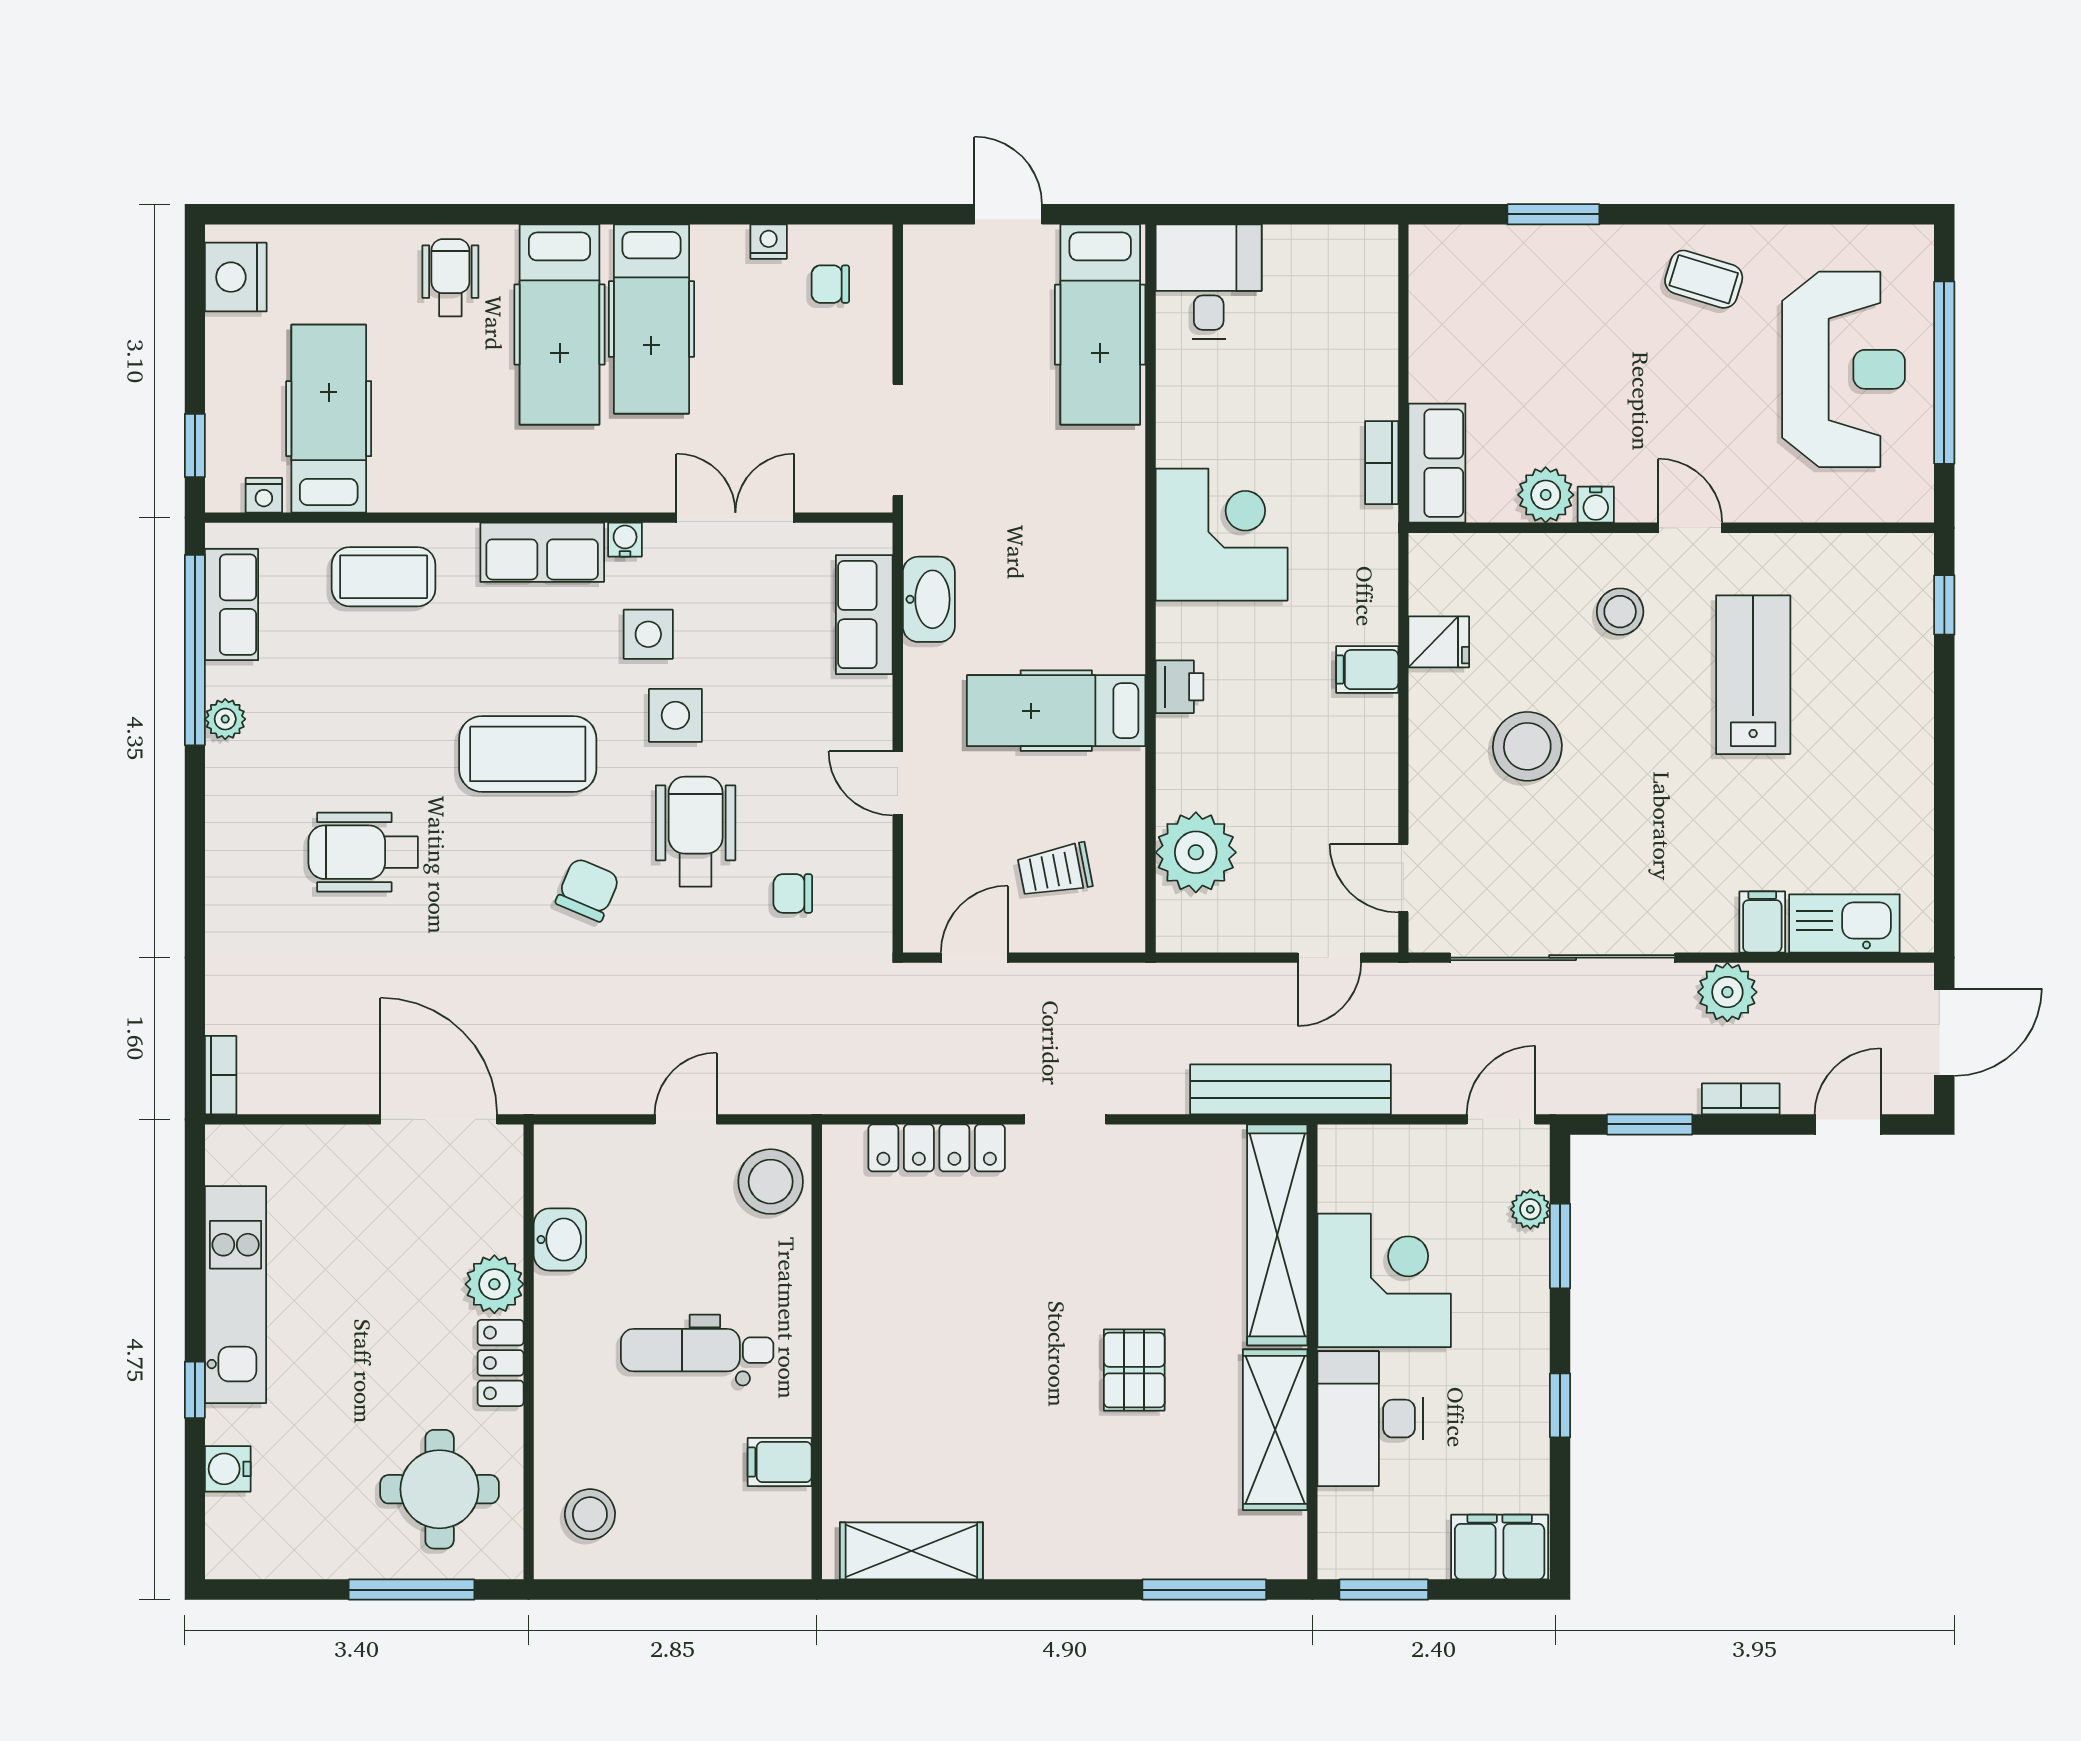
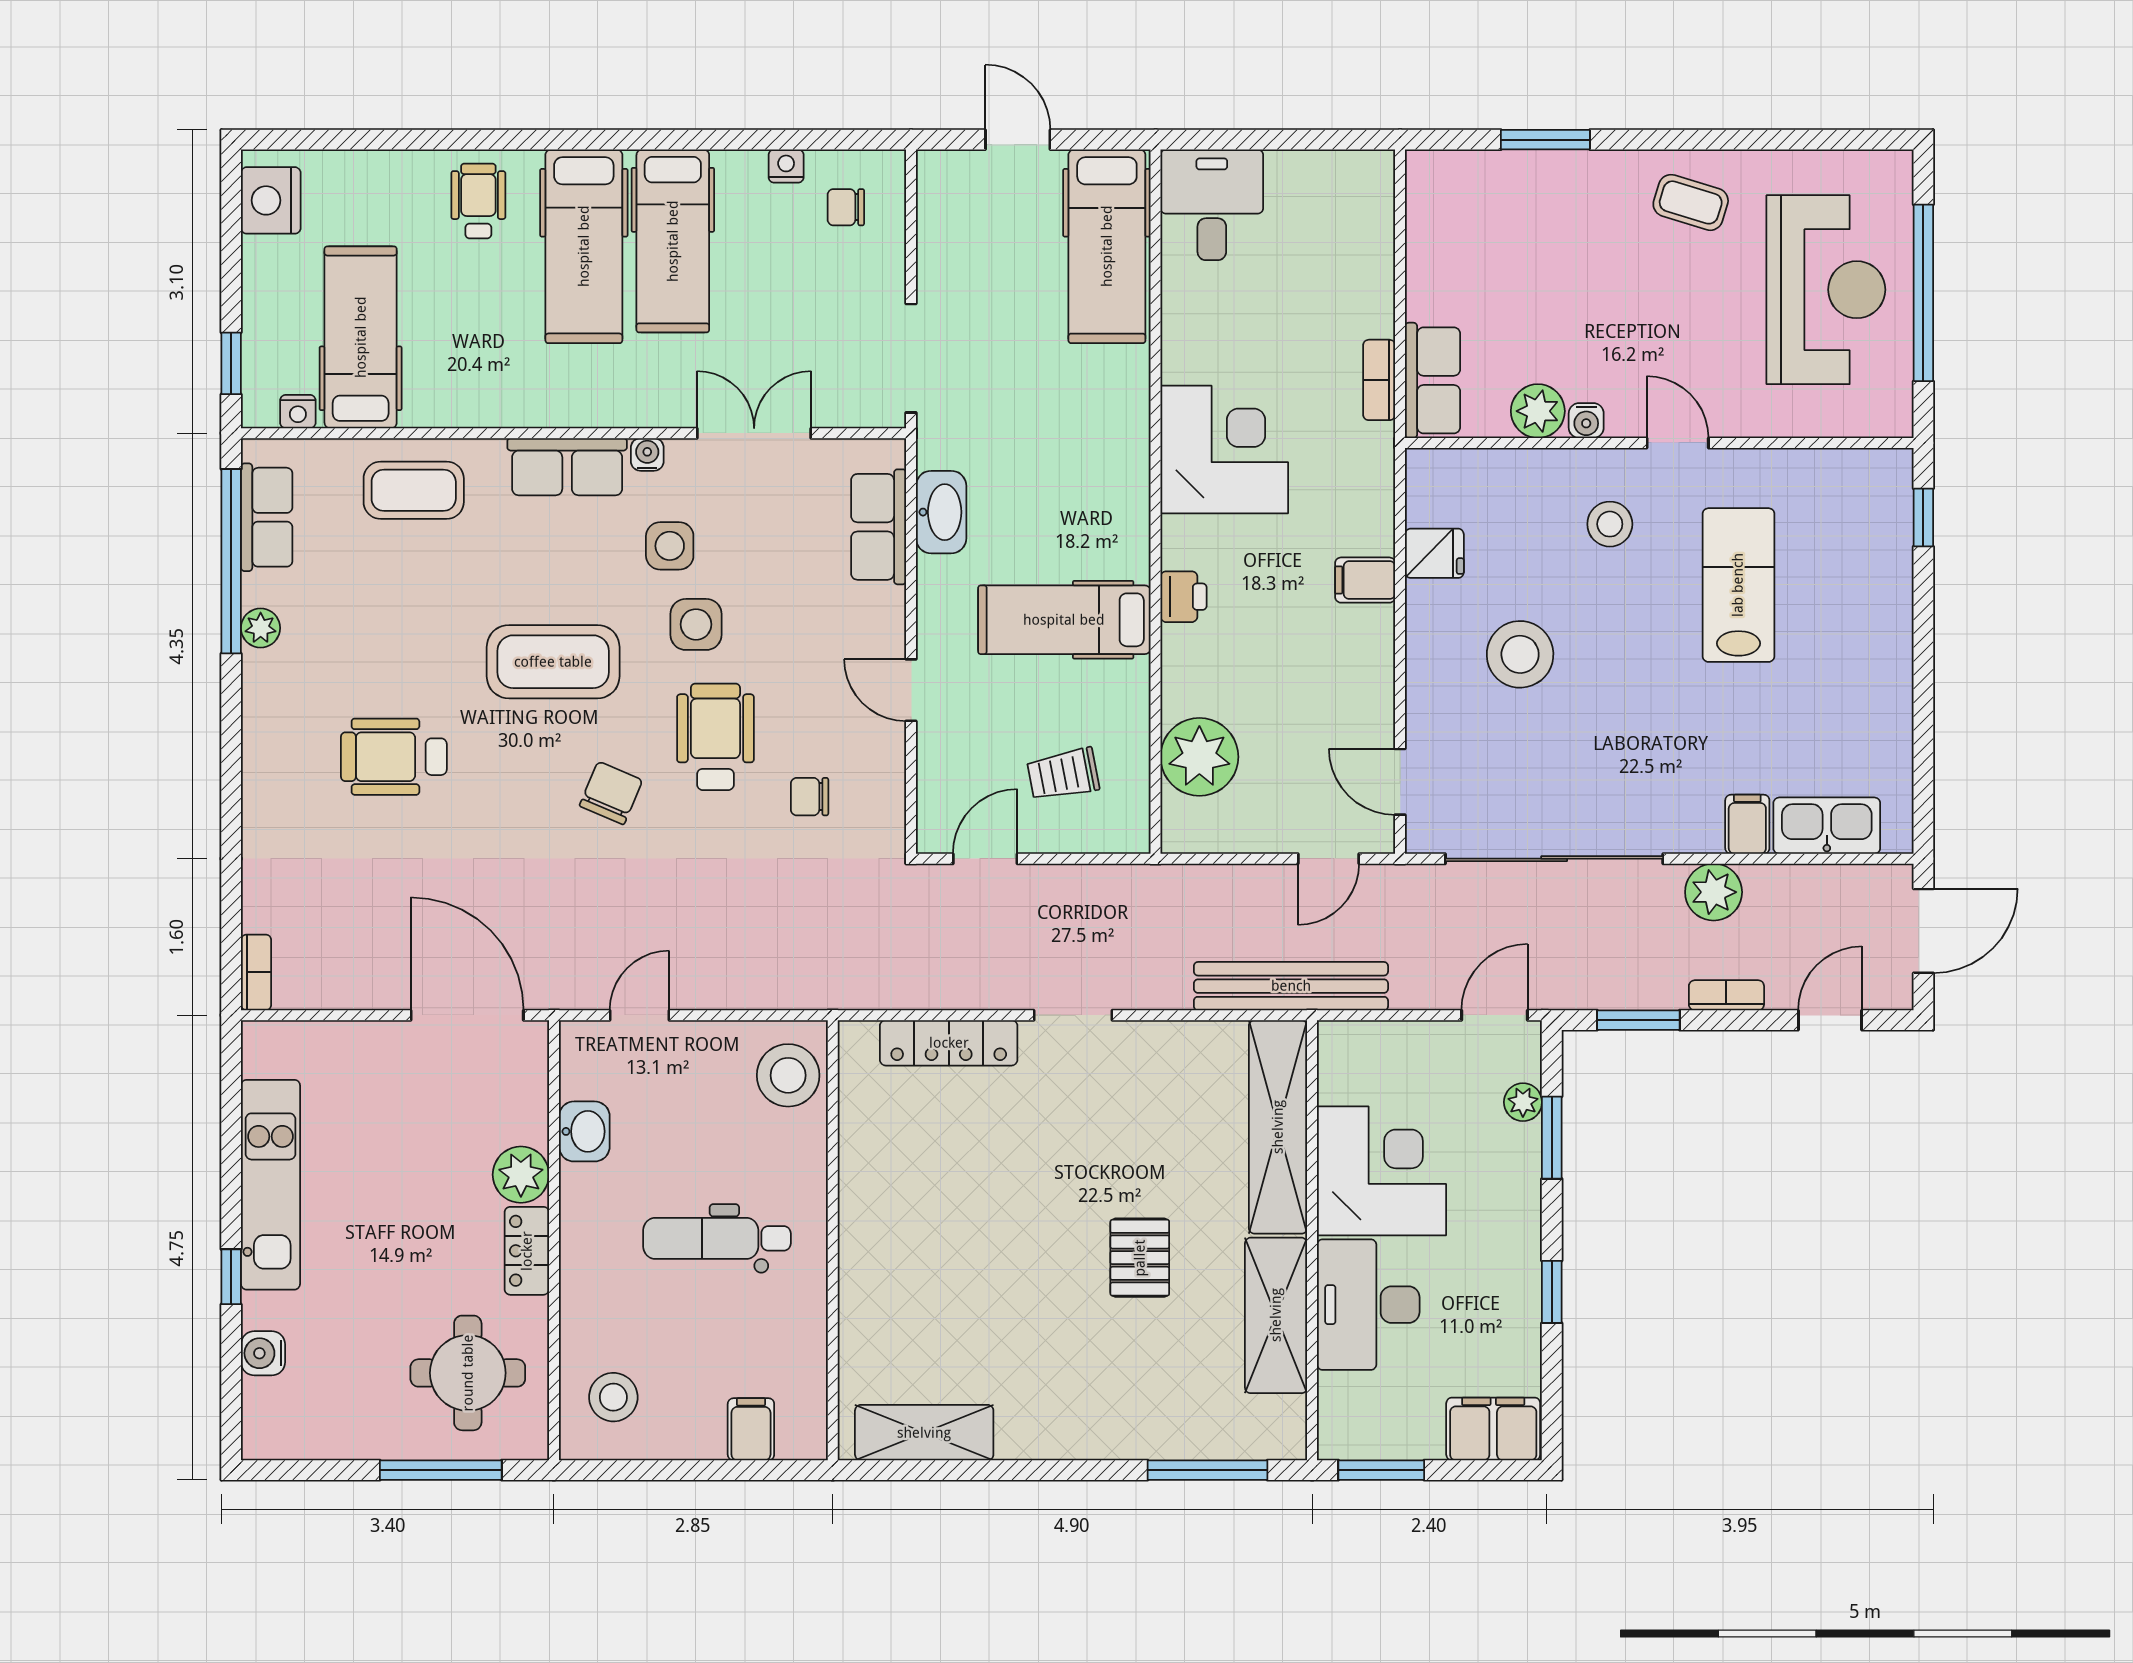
door: (686, 1119) -> (640, 1015), moved
filing cabinet: (780, 1462) -> (751, 1429), moved, turned 90

